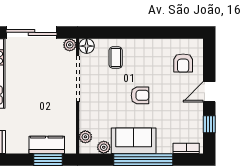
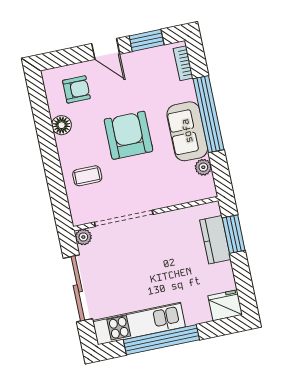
floor lamp: (87, 46) -> (62, 125), moved
armchair: (140, 95) -> (128, 135), width x1.88, depth x1.88
window: (209, 124) -> (147, 40), width x1.50
plant: (85, 137) -> (195, 193), removed

